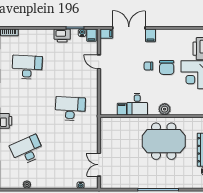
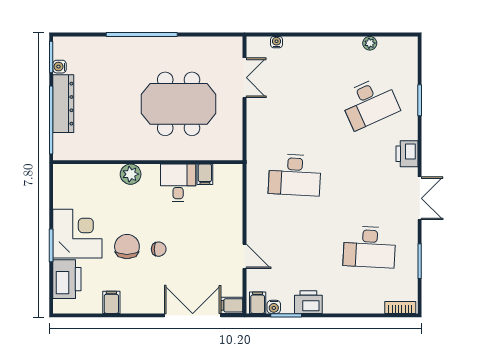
double door: (129, 28) -> (193, 315), swing flipped
filing cabinet: (150, 35) -> (111, 302), moved
meeting table: (164, 141) -> (179, 104), moved

